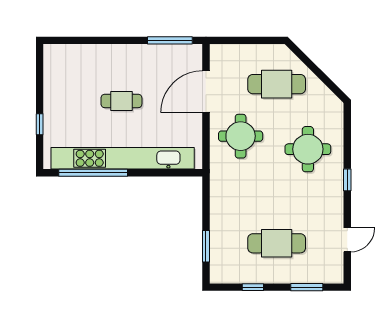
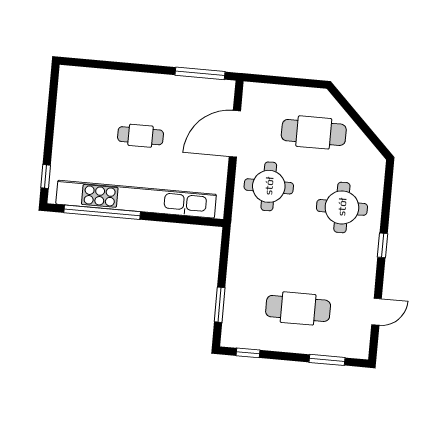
window: (40, 124) -> (46, 176), moved
window: (253, 287) -> (248, 353), moved

